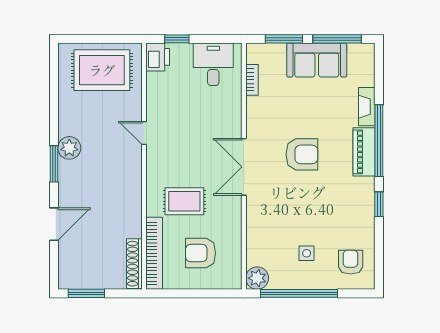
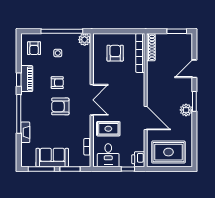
door: (144, 133) -> (146, 118), width x1.87
piano: (364, 152) -> (27, 79), moved
armchair: (307, 199) -> (57, 83), added
rug: (184, 201) -> (108, 129), moved
armchair: (200, 253) -> (115, 53), turned -90

